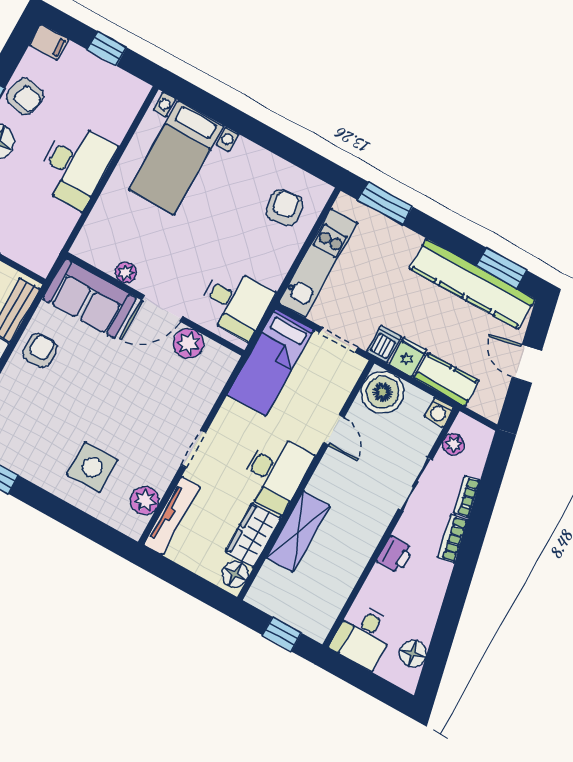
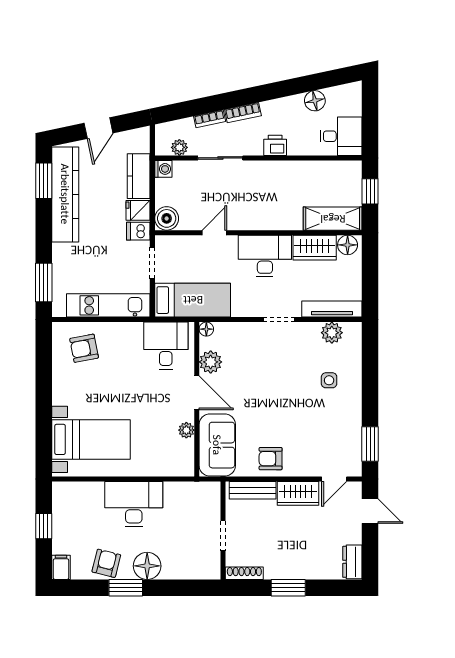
floor lamp: (229, 360) -> (206, 329), added
boiler: (383, 392) -> (167, 218), width x0.73, depth x0.73
side table: (92, 467) -> (329, 380), width x0.54, depth x0.54
shelving: (298, 532) -> (333, 219), moved
floor lamp: (413, 654) -> (315, 101), moved

